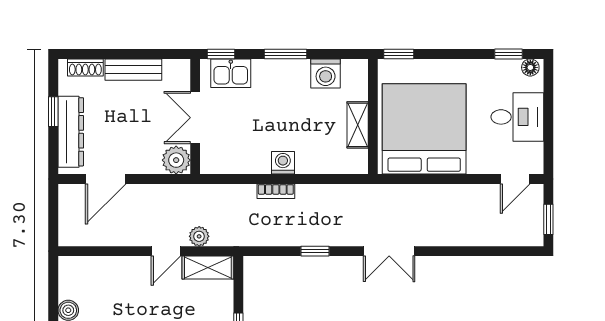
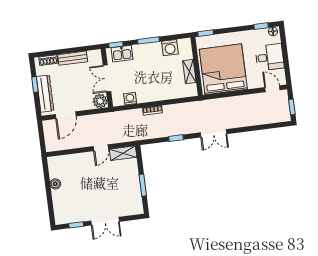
washing machine: (283, 163) -> (130, 99), moved
door: (515, 179) -> (272, 89), swing flipped
plant: (199, 236) -> (117, 138), removed

